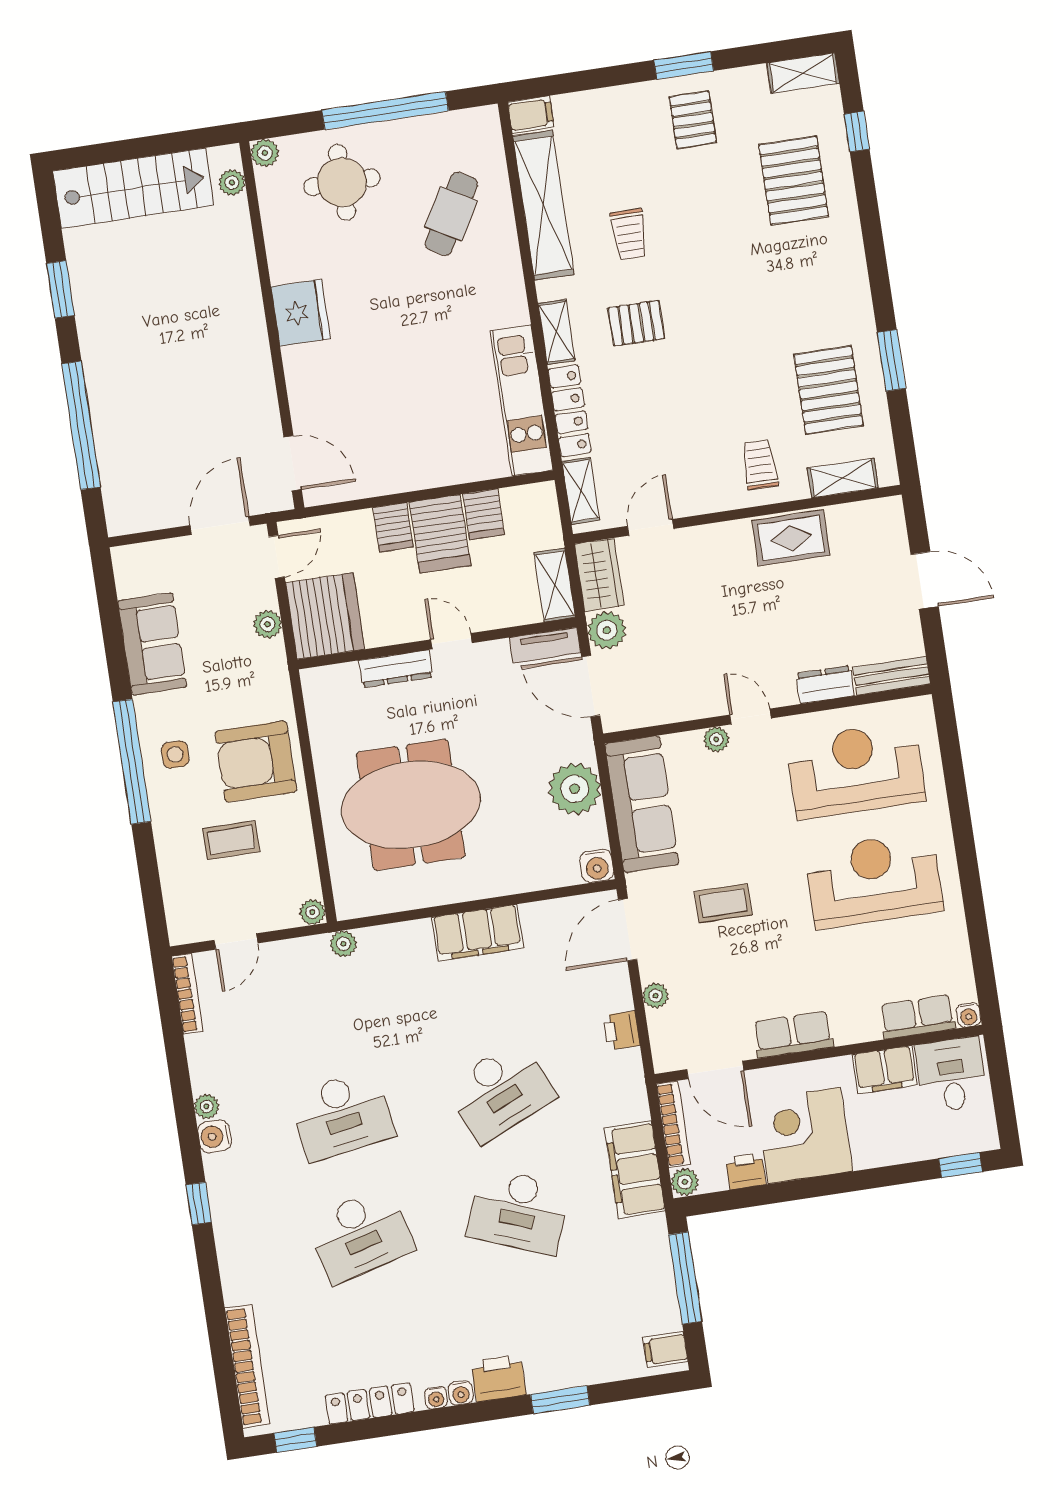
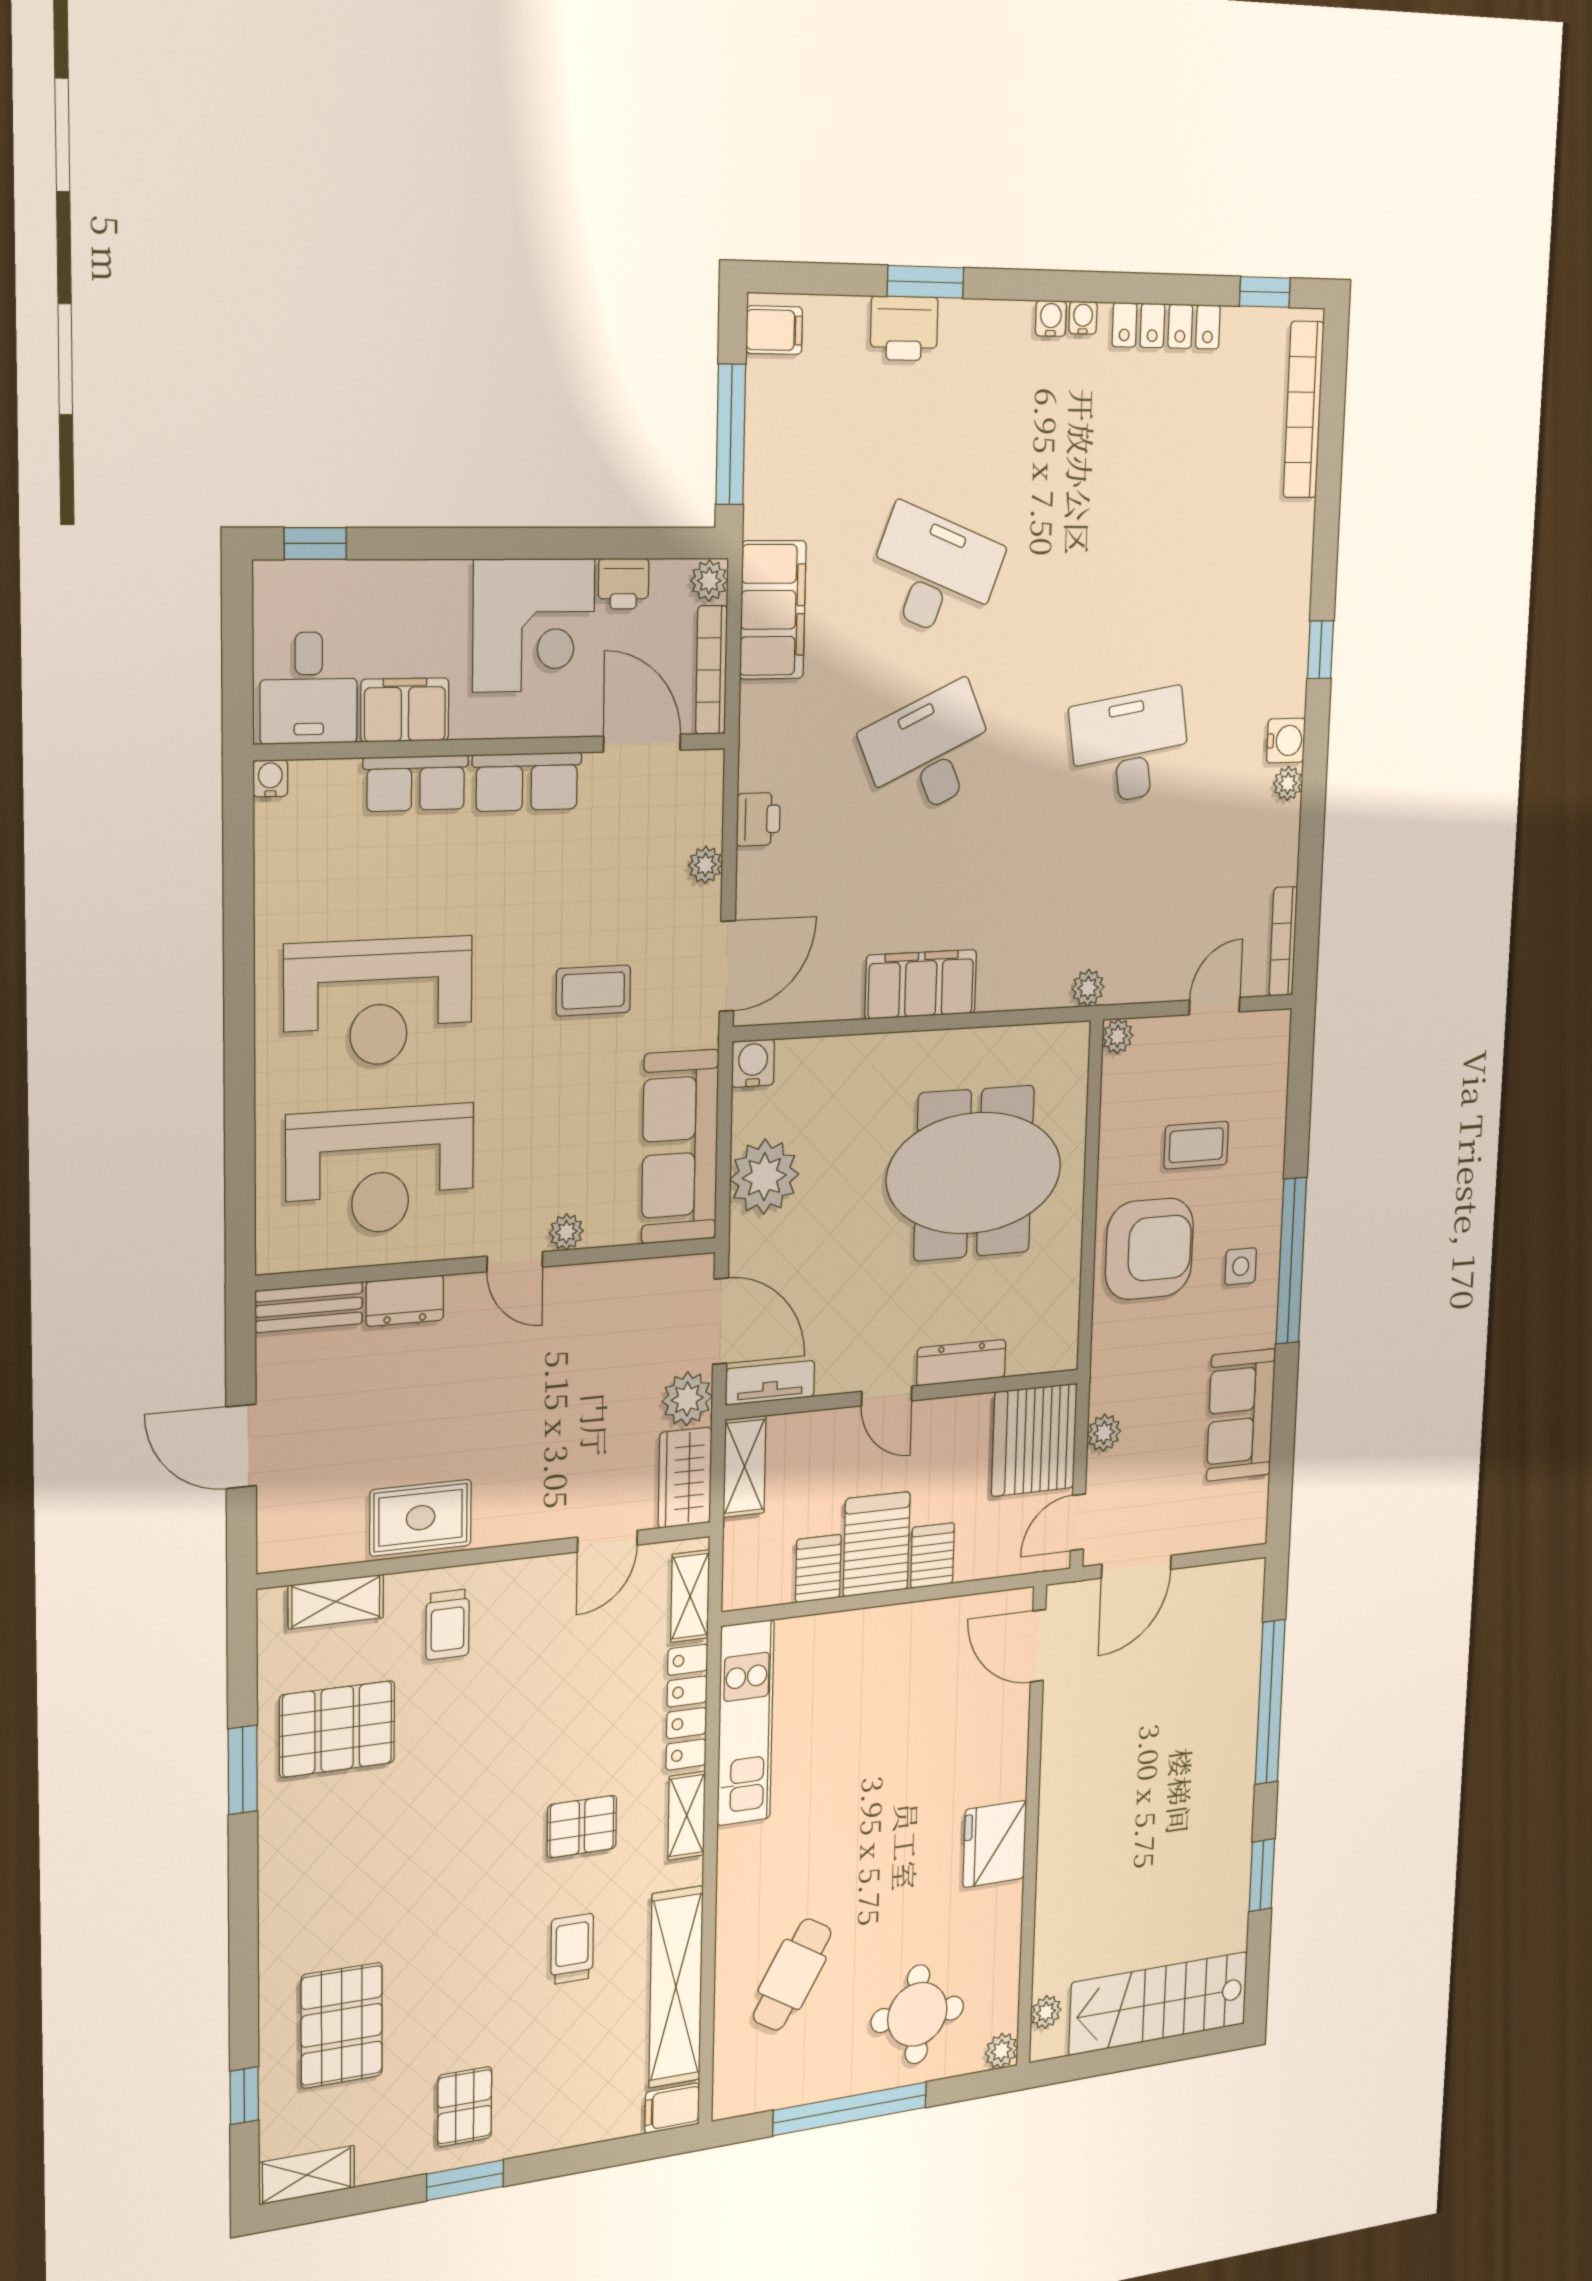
pallet: (829, 390) -> (337, 1729), turned 90
row of seats: (918, 1017) -> (416, 783), moved
desk: (360, 1235) -> (1137, 572), removed
printer: (498, 1378) -> (904, 328), moved

